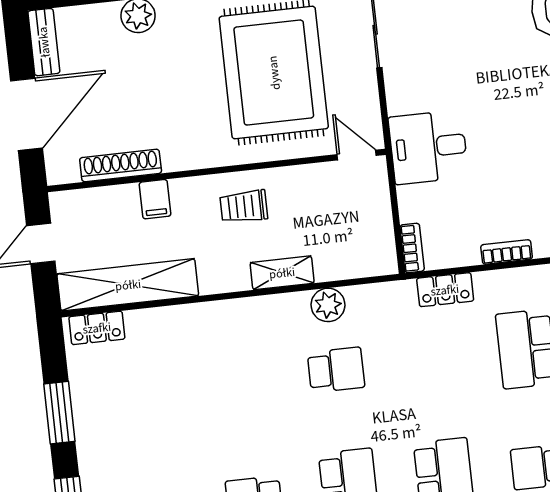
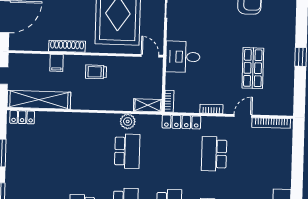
shoe rack: (121, 165) -> (67, 46), moved
shelving: (282, 273) -> (148, 105), moved
locker: (445, 290) -> (181, 122), width x1.53
school desk: (336, 370) -> (127, 151), width x1.85

